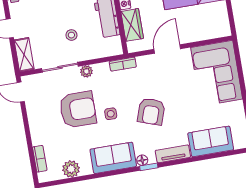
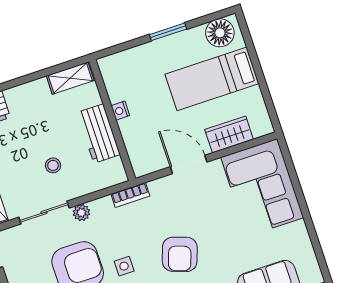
wardrobe: (132, 25) -> (229, 134), moved, turned -90
door: (167, 49) -> (189, 164), hinge flipped

